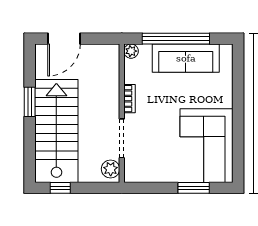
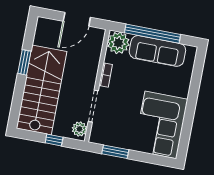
door: (64, 39) -> (77, 19), moved
plant: (131, 51) -> (118, 43), width x1.87, depth x1.87
window: (60, 188) -> (54, 140), moved
window: (194, 188) -> (115, 152), moved

